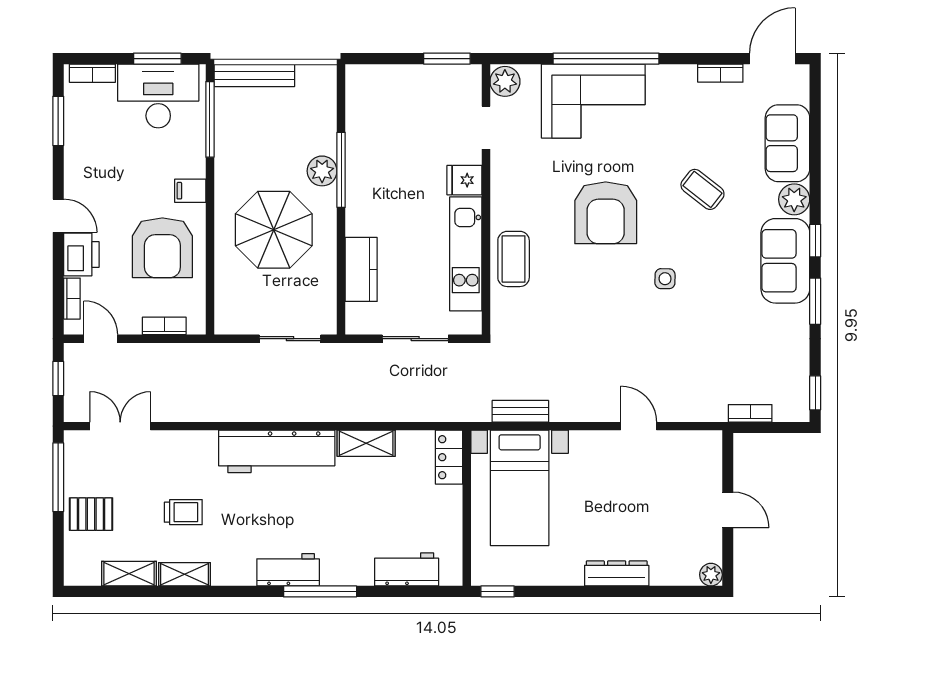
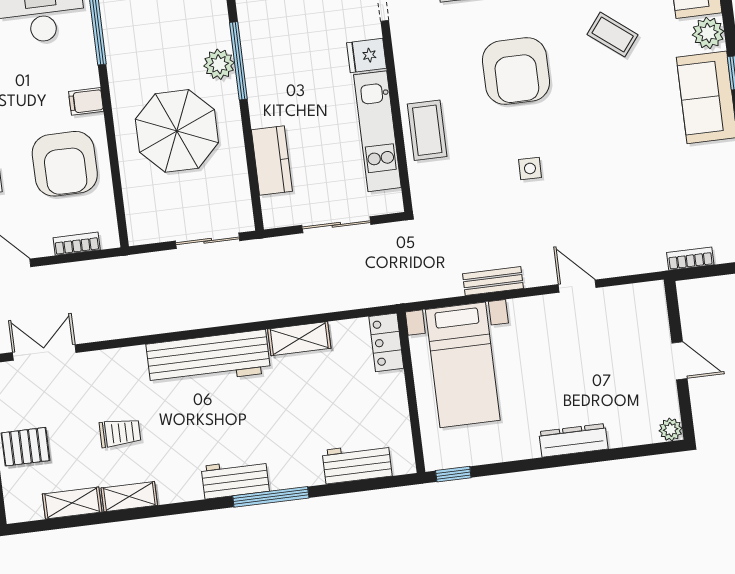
side table: (665, 279) -> (530, 168), moved
bench: (520, 411) -> (493, 281), moved

